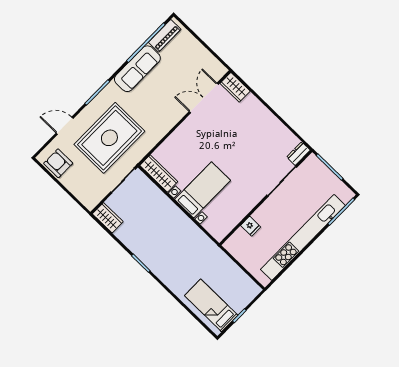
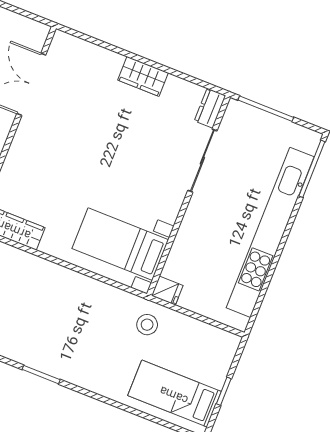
wardrobe: (235, 87) -> (143, 76), moved
bed with nightstands: (203, 190) -> (120, 244), moved, turned -90
fridge: (251, 226) -> (167, 291), moved
stool: (212, 260) -> (147, 325), added

